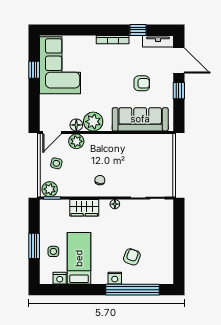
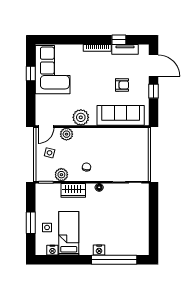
tv unit: (158, 41) -> (125, 49), moved
floor lamp: (76, 125) -> (67, 120), removed
plant: (50, 189) -> (61, 175), moved
armchair: (132, 257) -> (114, 232), removed

